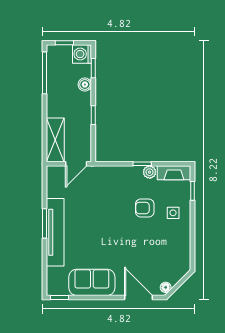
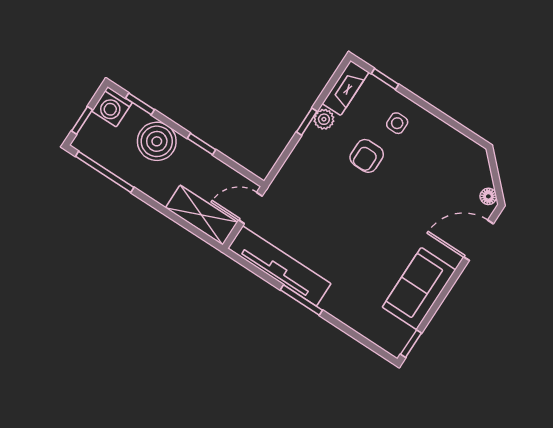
boiler: (85, 84) -> (157, 141), width x1.86, depth x1.86
door: (76, 164) -> (250, 208), swing flipped
tv unit: (55, 232) -> (279, 266), moved

